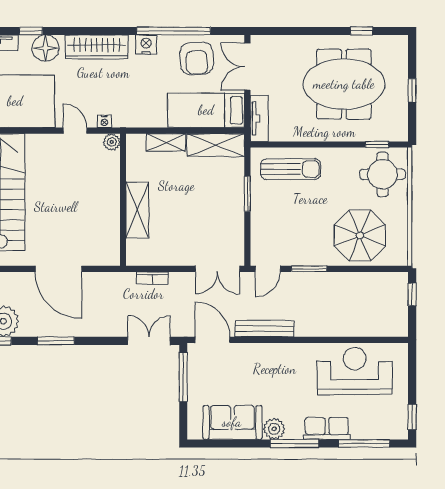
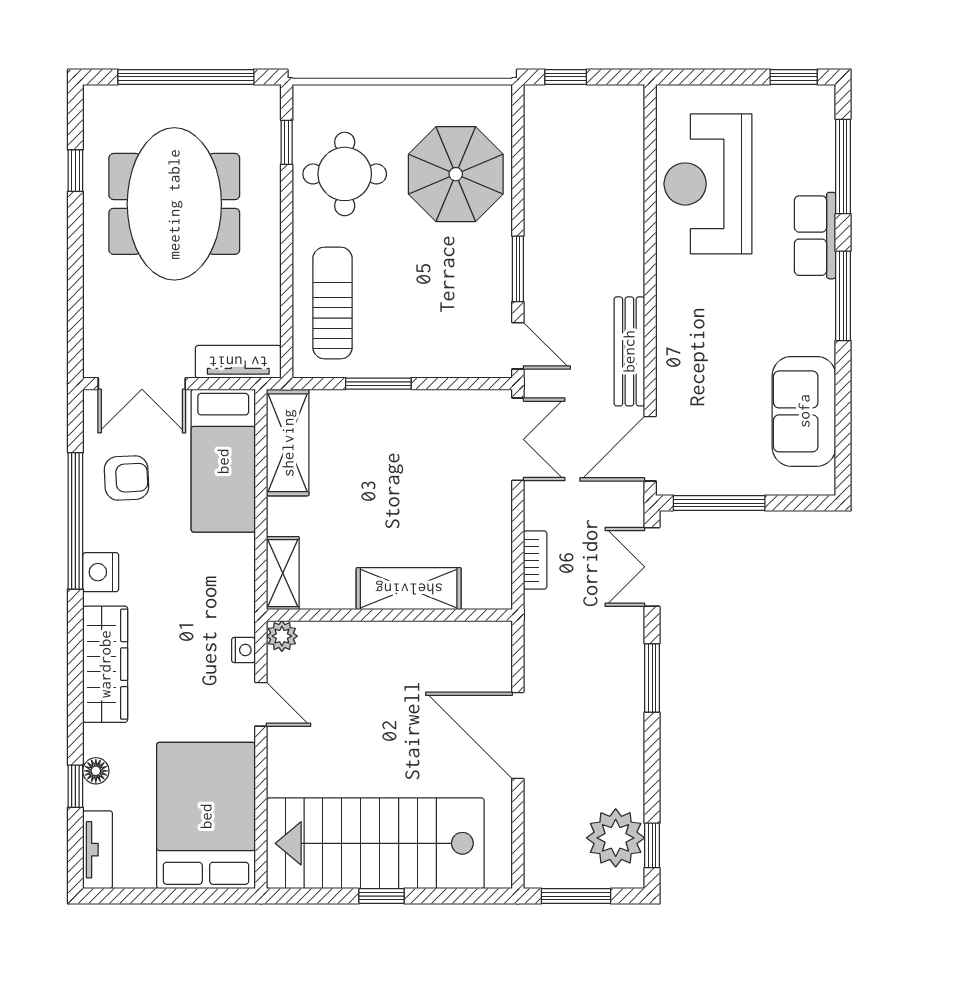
floor lamp: (46, 48) -> (96, 771), width x0.53, depth x0.53
armchair: (197, 58) -> (127, 478), width x0.72, depth x0.72
window: (412, 90) -> (186, 77), width x3.17
door: (75, 131) -> (261, 704), swing flipped
shelving: (166, 142) -> (283, 573), moved
round table: (383, 174) -> (345, 174), moved
door: (58, 269) -> (518, 735), swing flipped
window: (56, 341) -> (652, 678), moved
plant: (274, 429) -> (816, 334), removed

